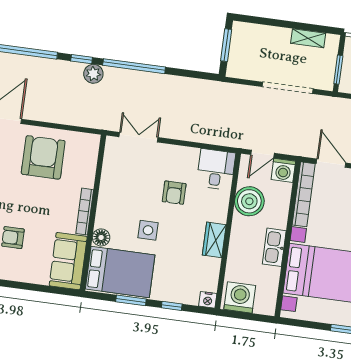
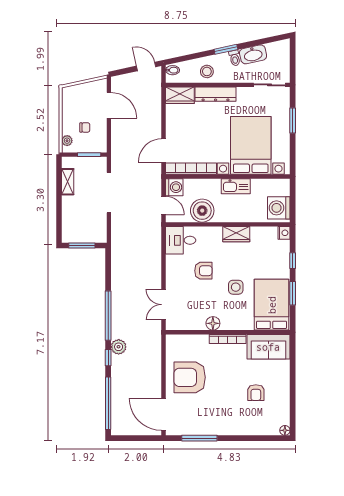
floor lamp: (101, 237) -> (213, 323), moved

